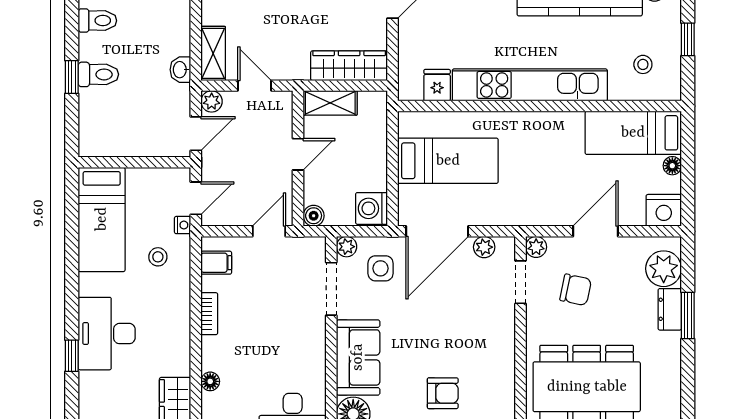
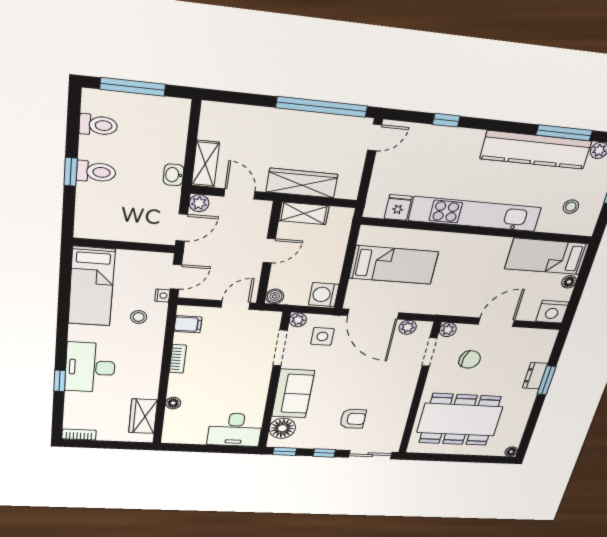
wardrobe: (349, 66) -> (302, 183), moved
door: (437, 231) -> (373, 314), hinge flipped
plant: (664, 269) -> (539, 350), removed

